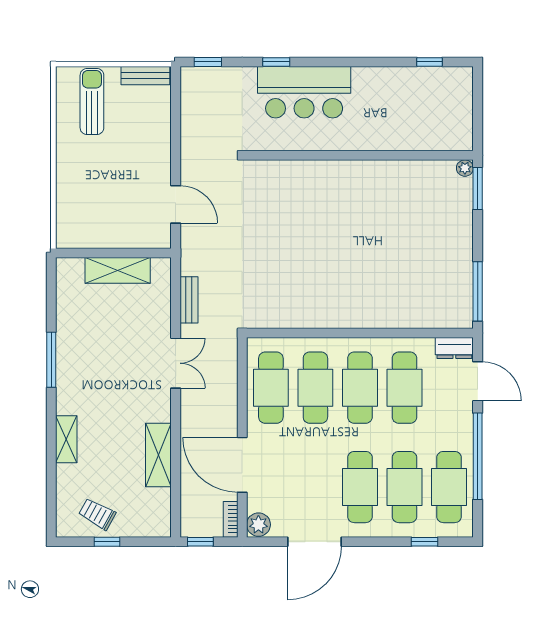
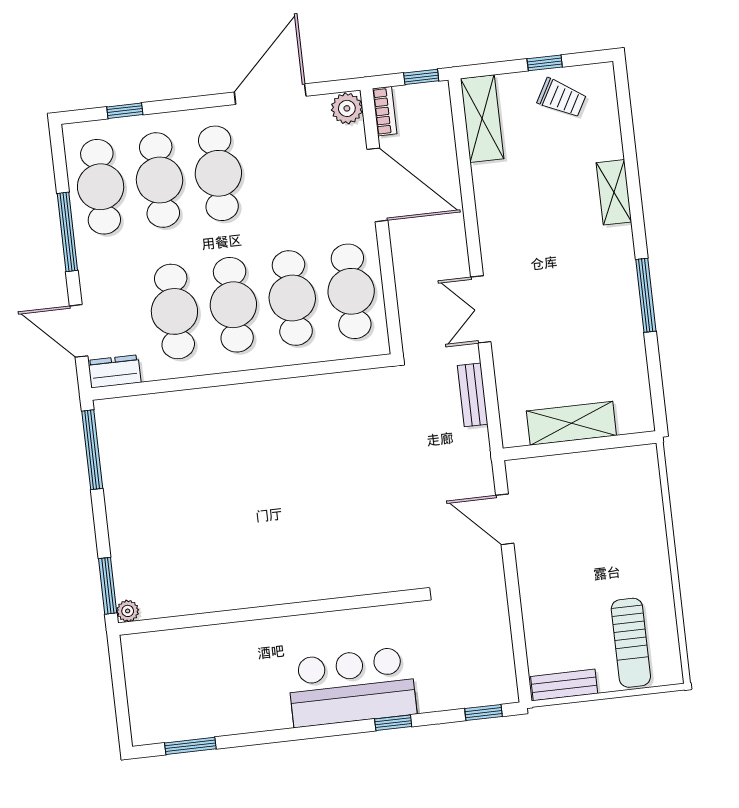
window: (430, 62) -> (190, 746), width x1.50
shelving: (158, 455) -> (482, 119), moved
window: (478, 456) -> (67, 232), width x0.68

